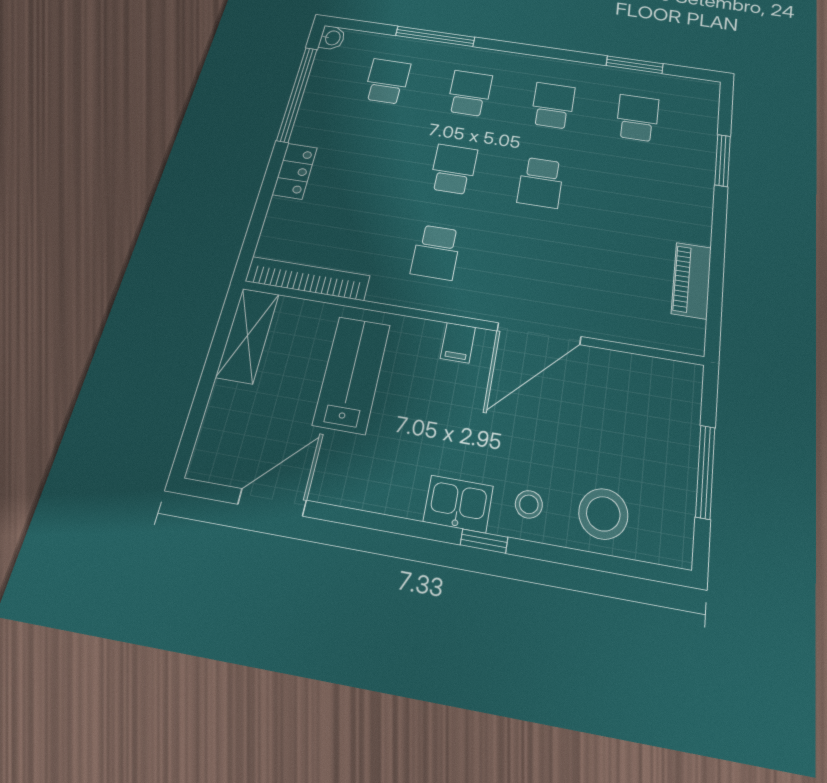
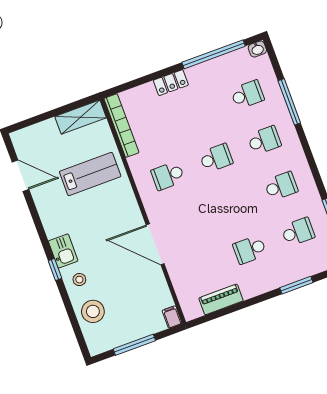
school desk: (541, 182) -> (250, 250), moved
filing cabinet: (458, 343) -> (172, 317), moved, turned 90

